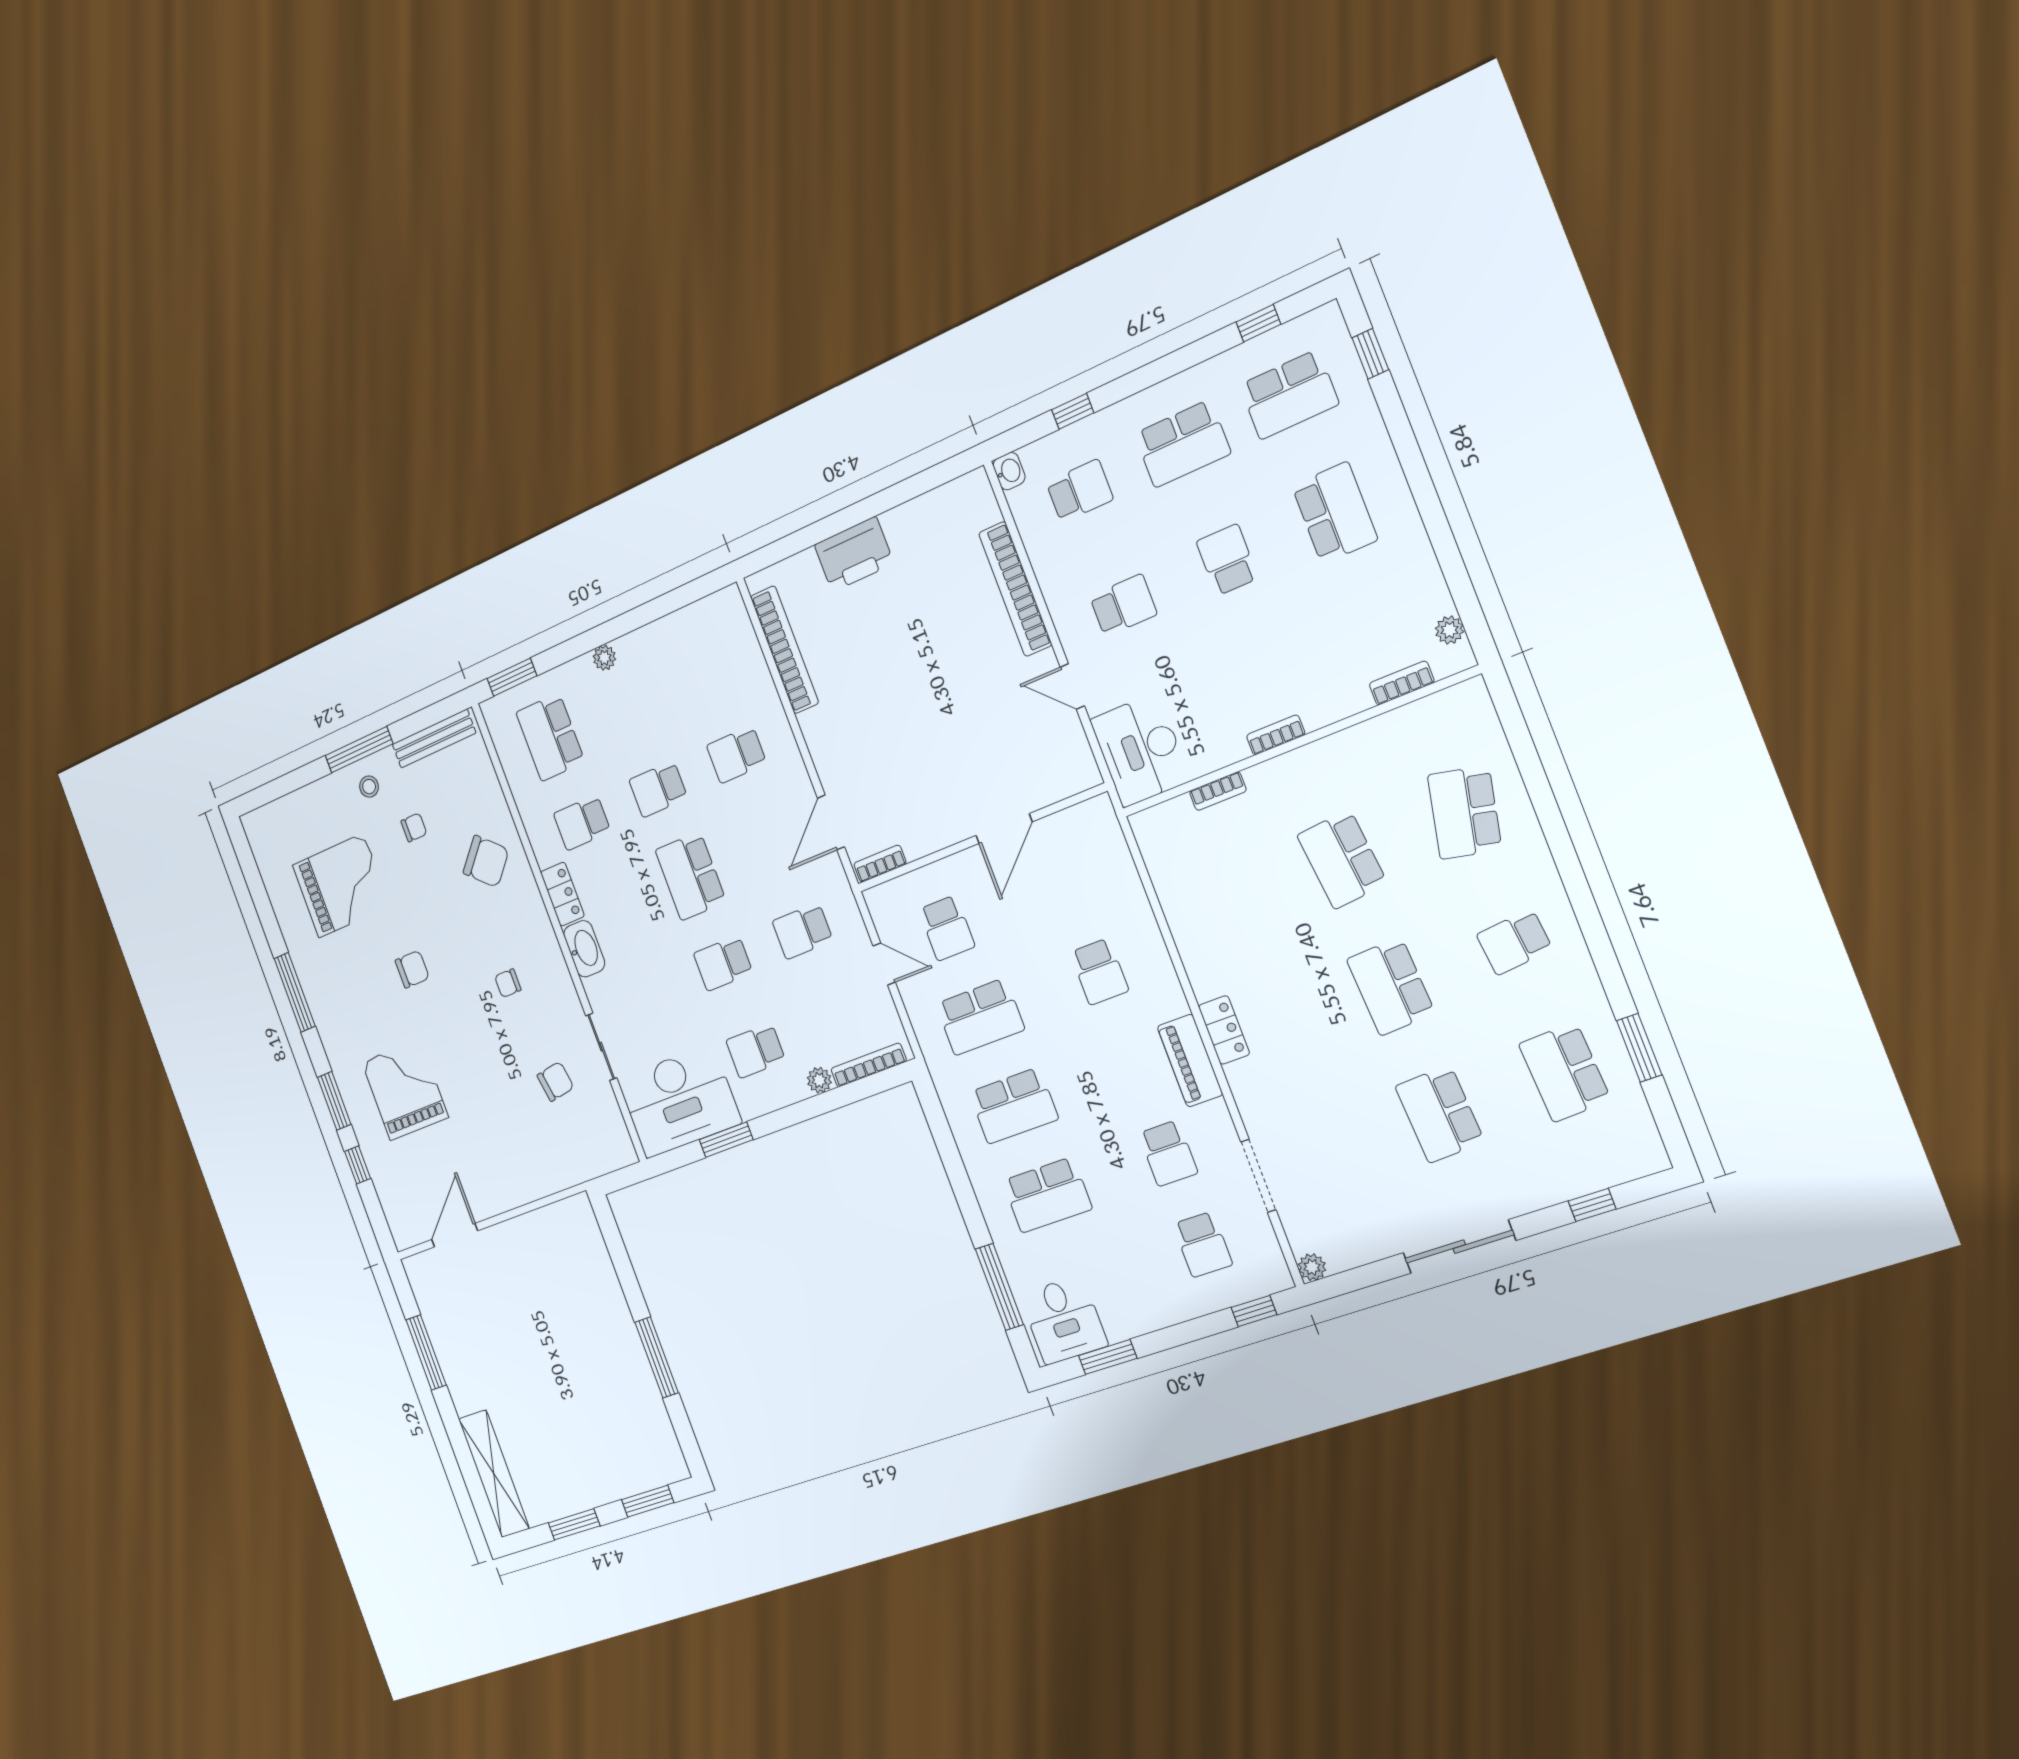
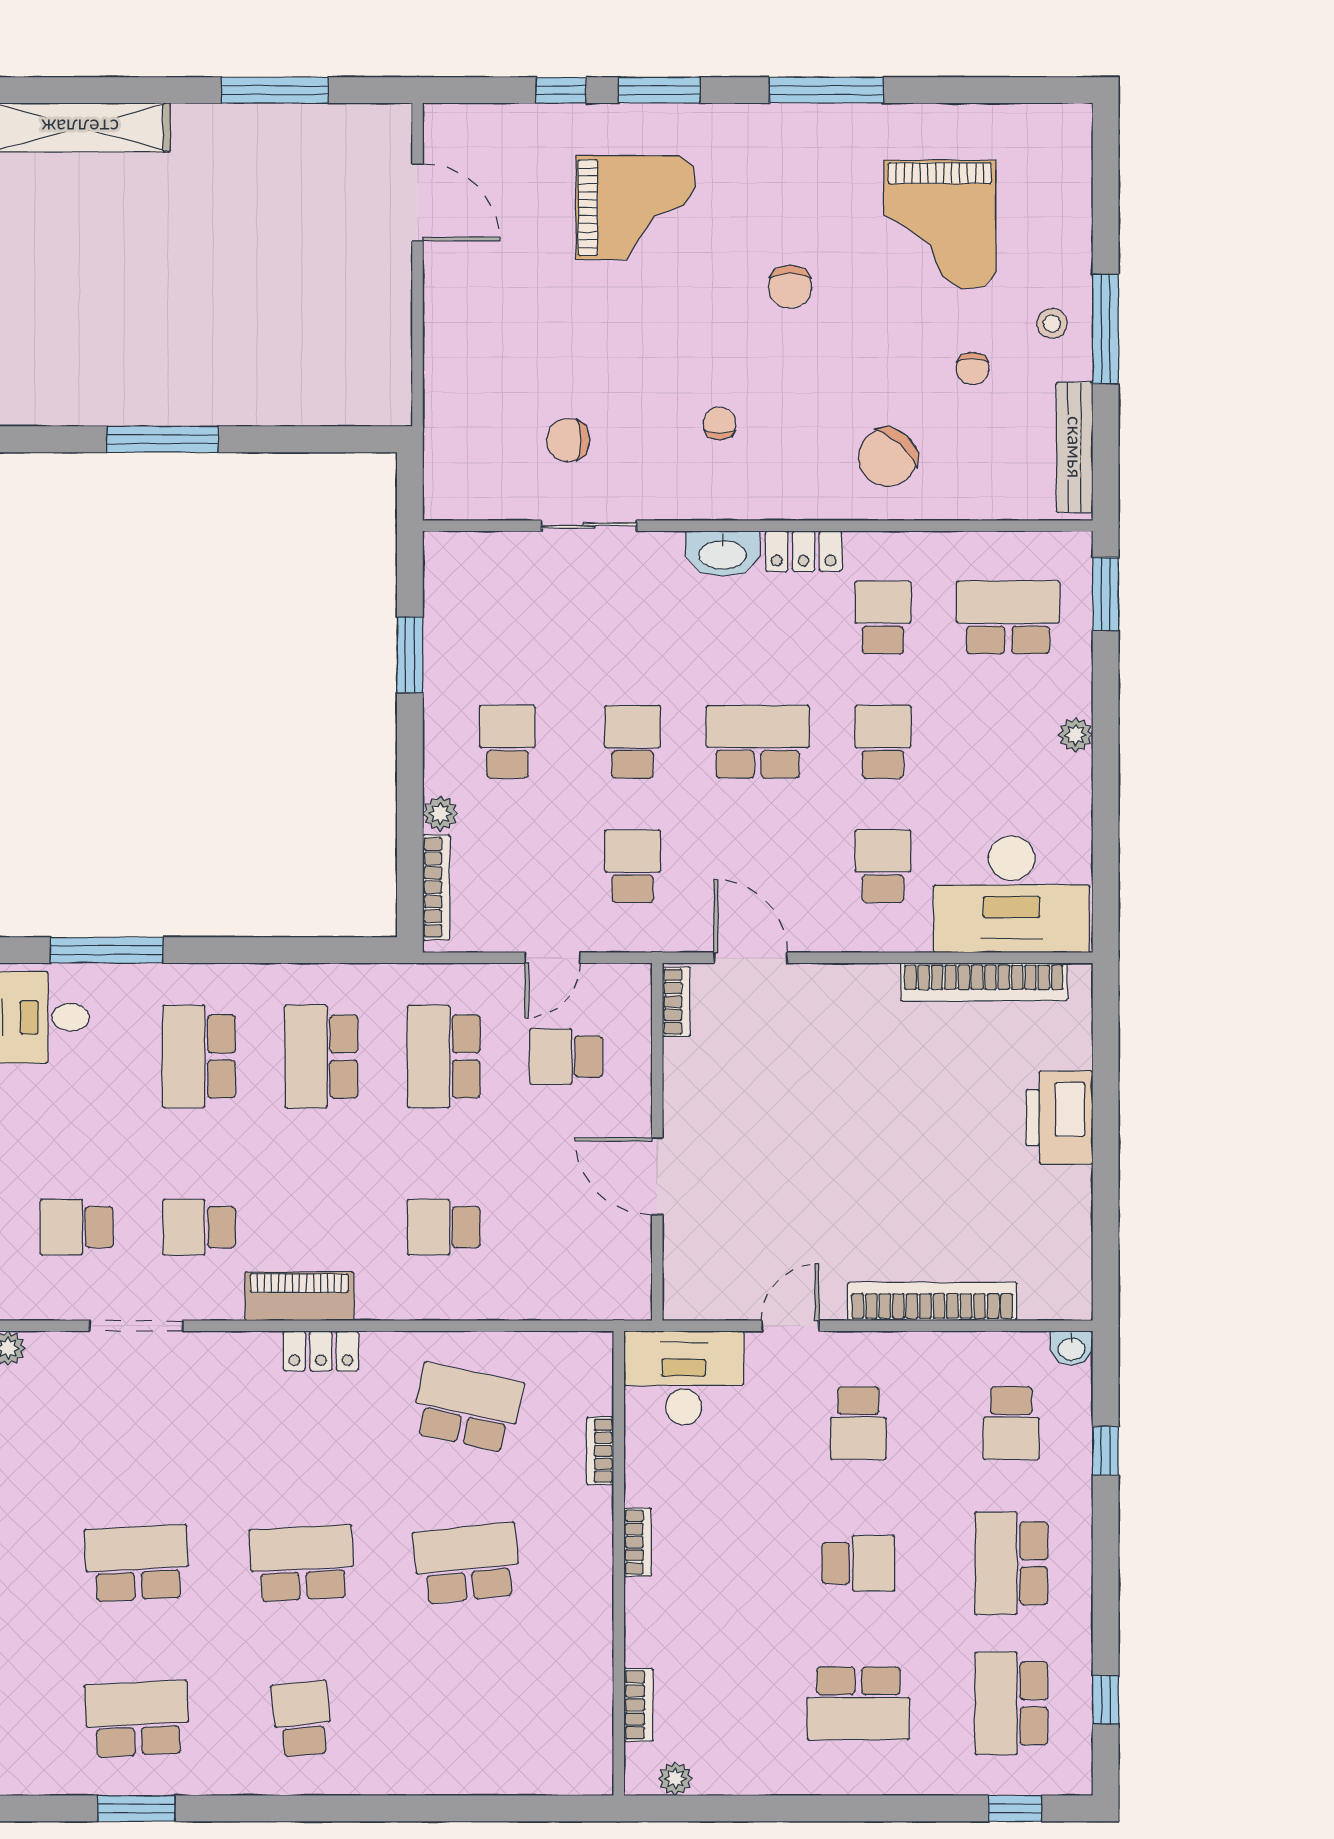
school desk: (1465, 812) -> (467, 1408), moved
chair: (555, 1081) -> (568, 440), turned 99
desk: (679, 1101) -> (1012, 894), moved, turned -90

